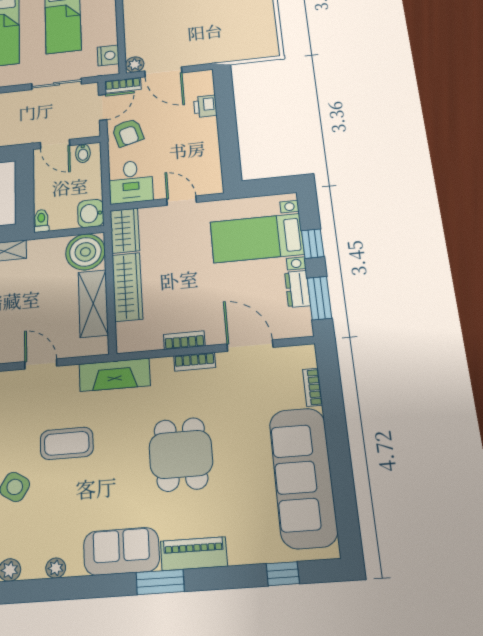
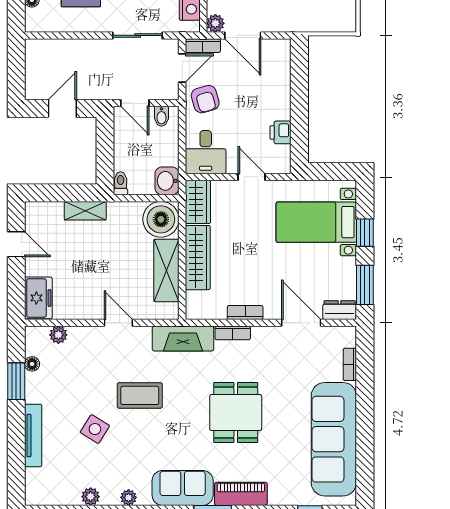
printer: (205, 106) -> (280, 132), moved
dresser: (297, 289) -> (340, 310), moved, turned 90
bookcase: (195, 362) -> (233, 333), moved

